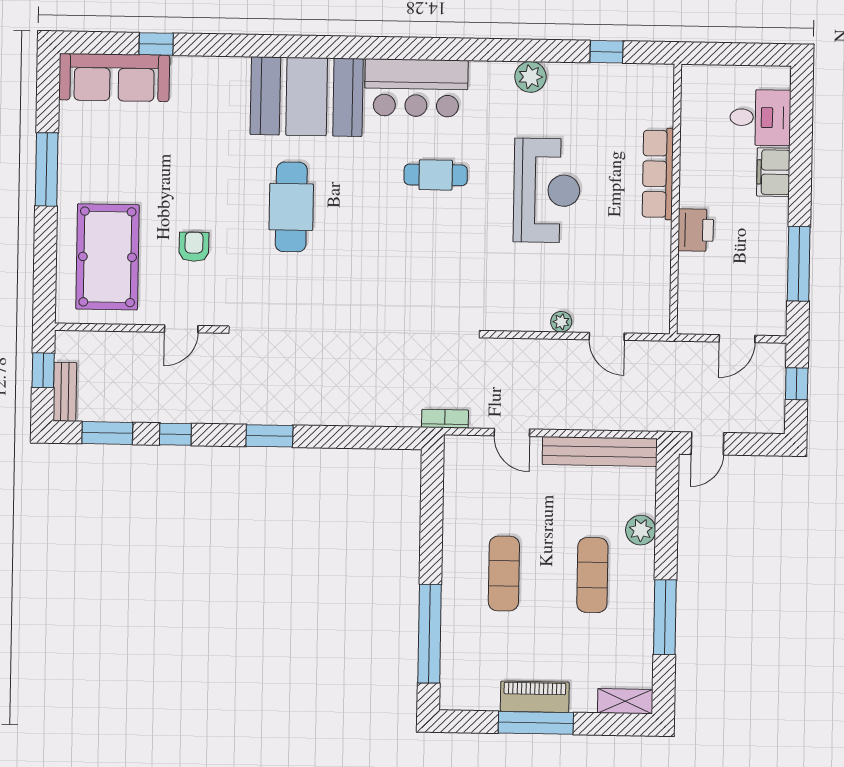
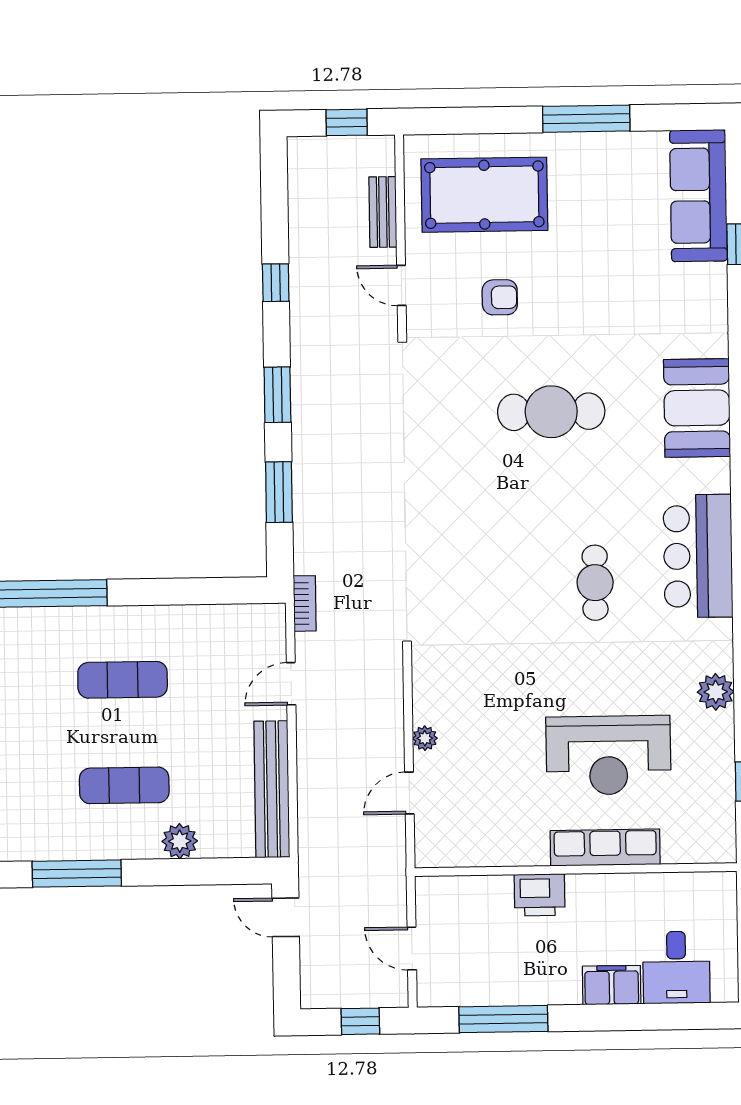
booth: (307, 97) -> (697, 408), width x0.73, depth x0.70
reception desk: (547, 190) -> (608, 755), moved
bench: (65, 392) -> (383, 212), moved, turned 90
window: (107, 433) -> (279, 492), moved

